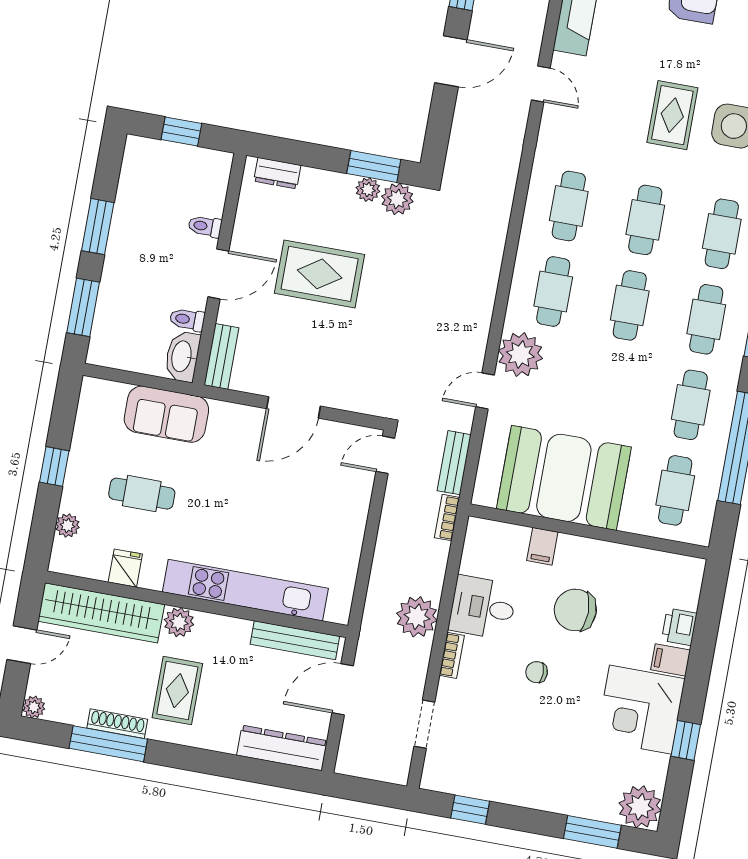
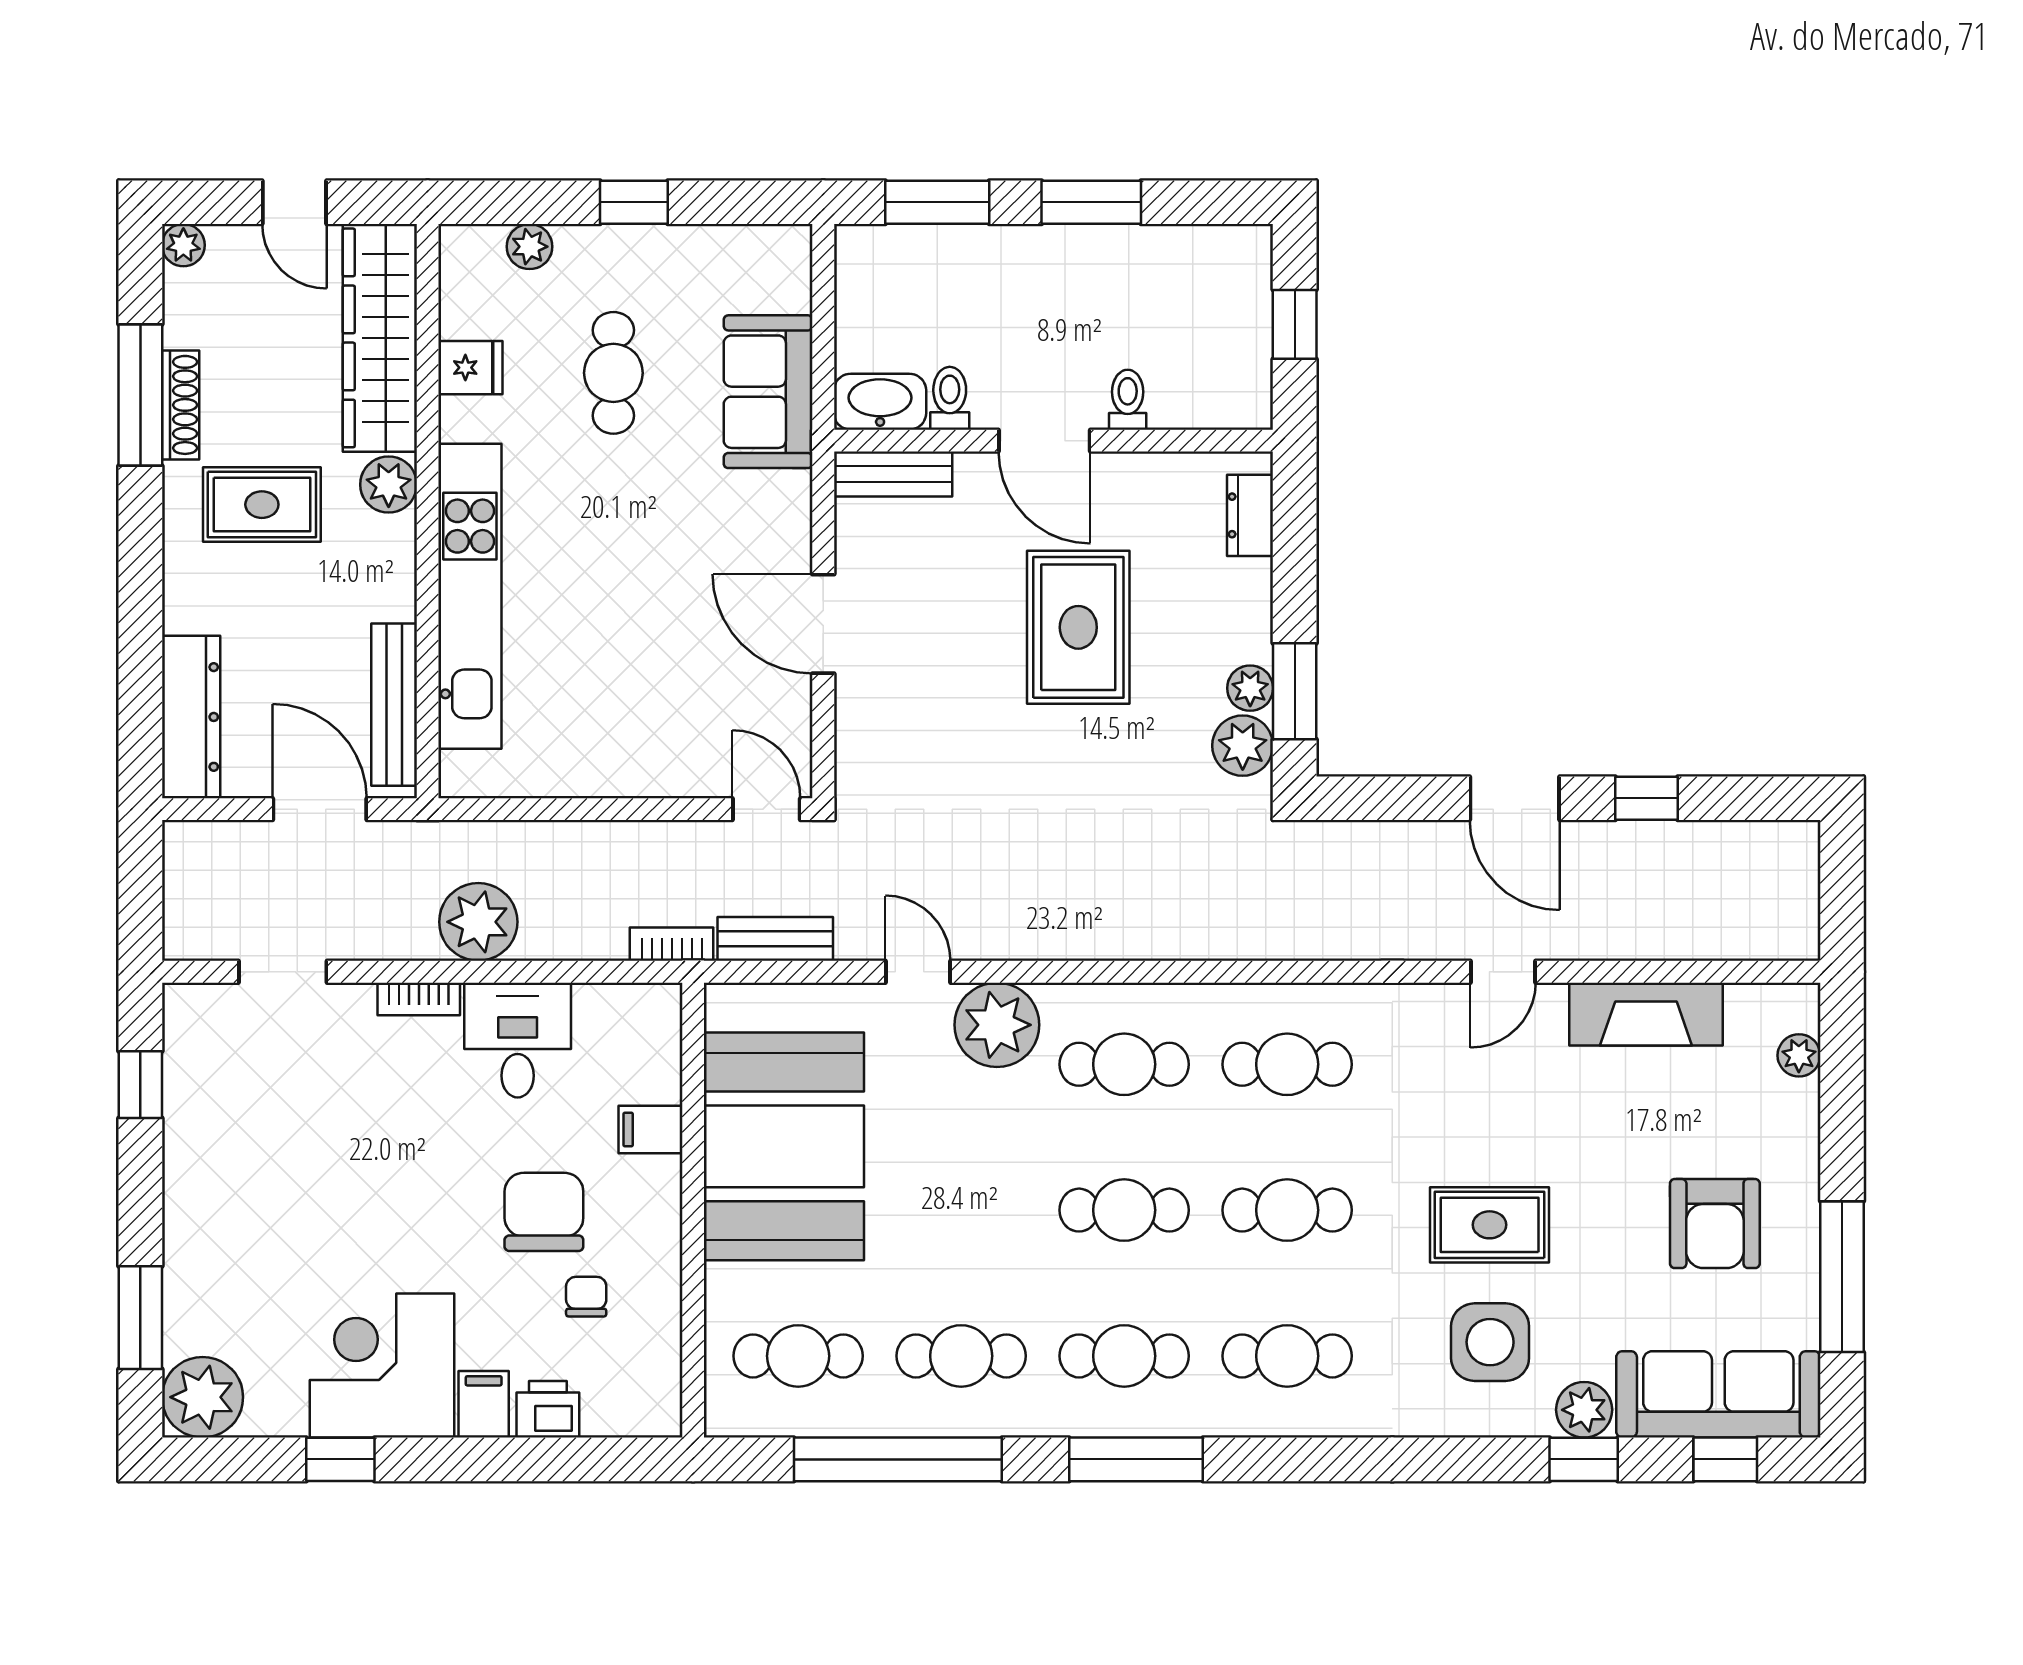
chair: (537, 672) -> (586, 1297), moved

